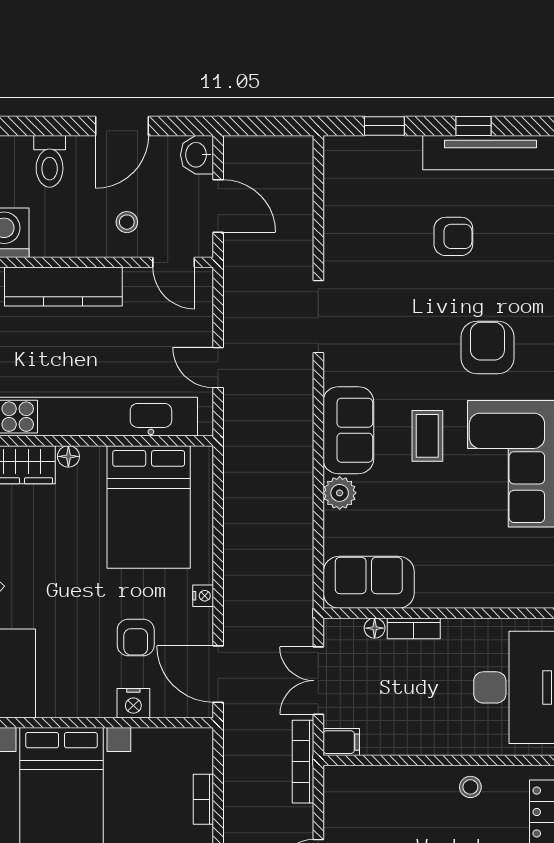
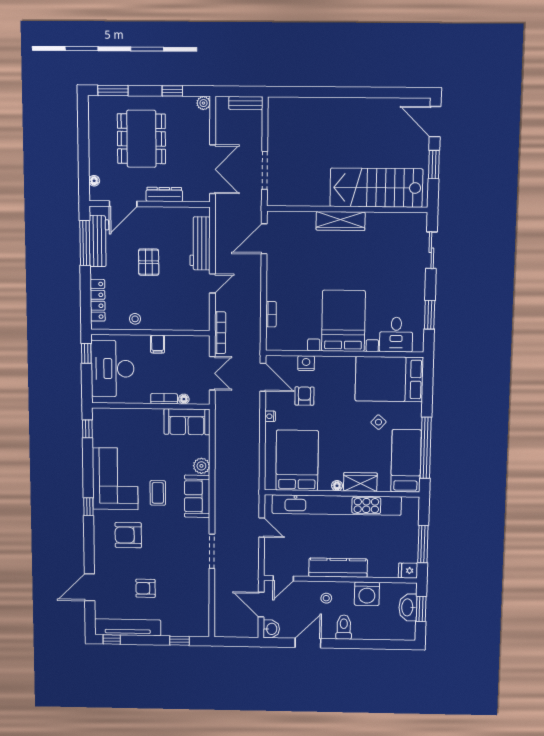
window: (474, 126) -> (112, 640), moved
stool: (127, 222) -> (326, 598), moved
door: (174, 262) -> (283, 578), swing flipped
armchair: (487, 348) -> (128, 535), turned 90
filing cabinet: (341, 742) -> (158, 344), moved, turned -90

